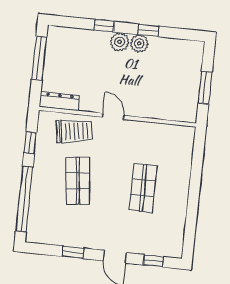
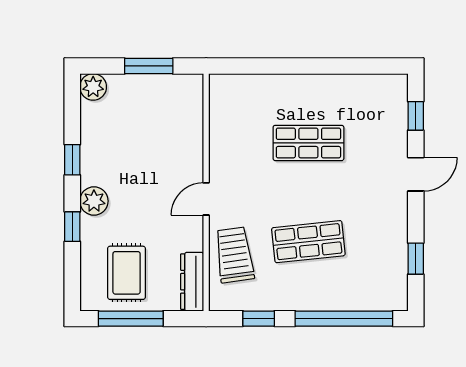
plant: (139, 43) -> (93, 87), moved
rug: (70, 58) -> (127, 273), added
window: (73, 252) -> (416, 259), moved

